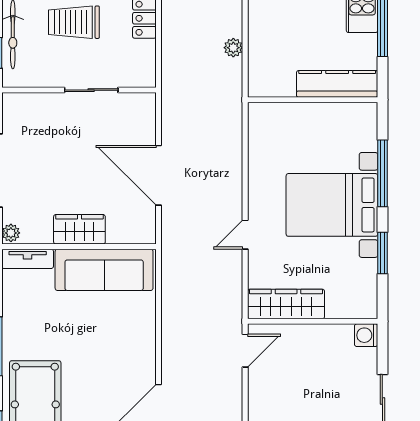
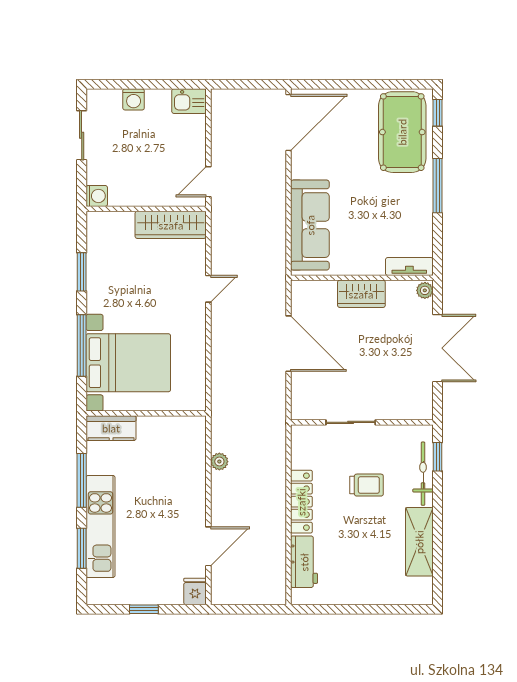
trolley: (74, 22) -> (366, 485), width x0.73, depth x0.72
kitchen counter: (337, 84) -> (111, 428), width x0.67
bed with nightstands: (332, 205) -> (128, 363), moved
sofa: (104, 270) -> (310, 225), moved, turned 90

